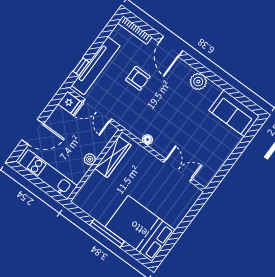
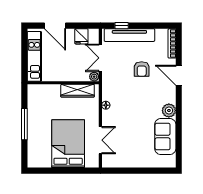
door: (171, 46) -> (179, 75), hinge flipped
fridge: (70, 103) -> (81, 36), moved
sofa: (234, 113) -> (165, 137), moved
plant: (90, 159) -> (94, 77), moved
bed: (140, 229) -> (68, 144), moved

